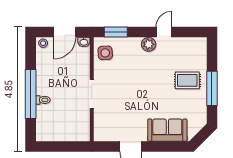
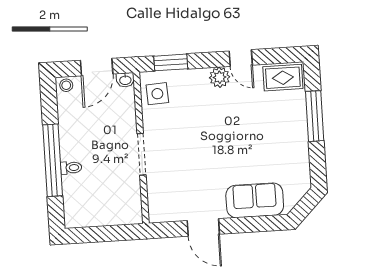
door: (164, 32) -> (241, 58), swing flipped
rug: (187, 80) -> (283, 78), moved
window: (212, 88) -> (315, 116), moved

